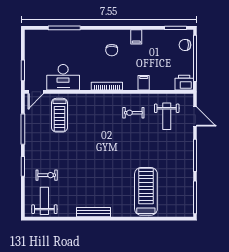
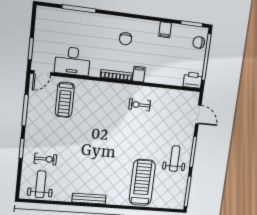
filing cabinet: (136, 37) -> (165, 30), moved
filing cabinet: (144, 83) -> (139, 74), moved
weight bench: (167, 116) -> (175, 159), moved, turned 180

